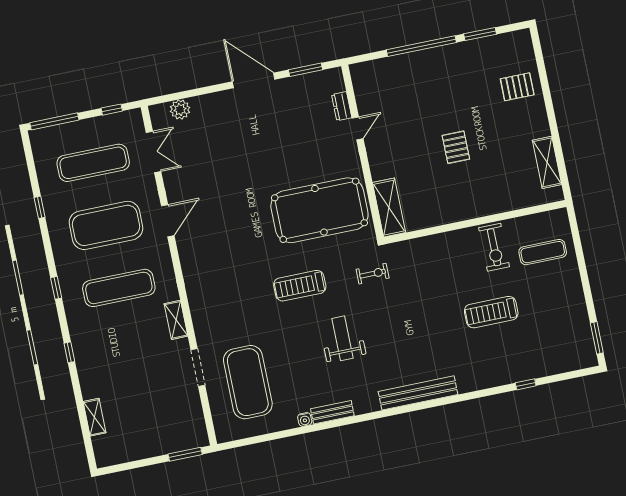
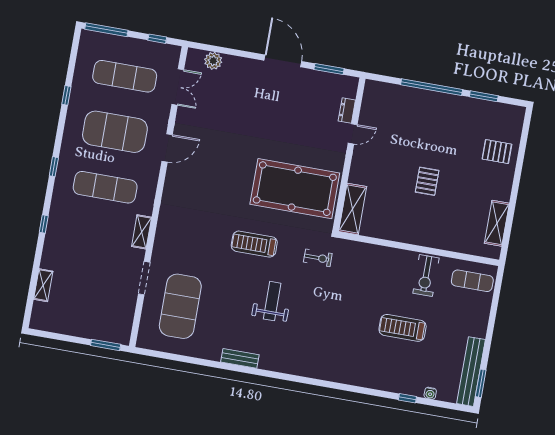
exercise mat: (543, 252) -> (472, 281), moved
bench: (418, 393) -> (471, 372), moved, turned 90
water cooler: (305, 419) -> (430, 393), moved

